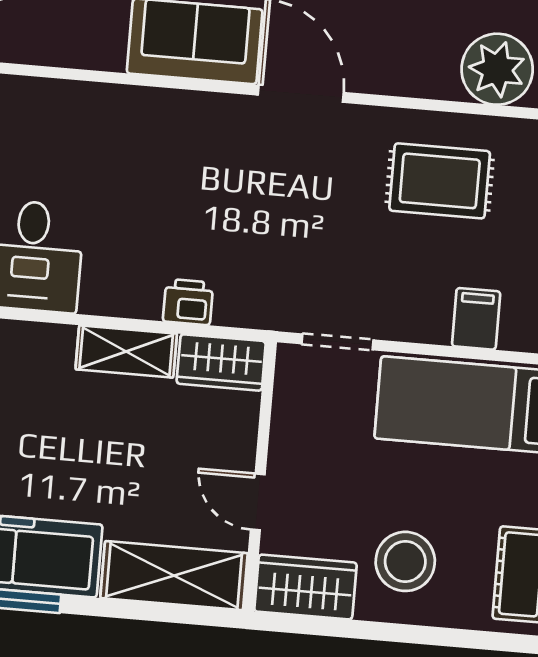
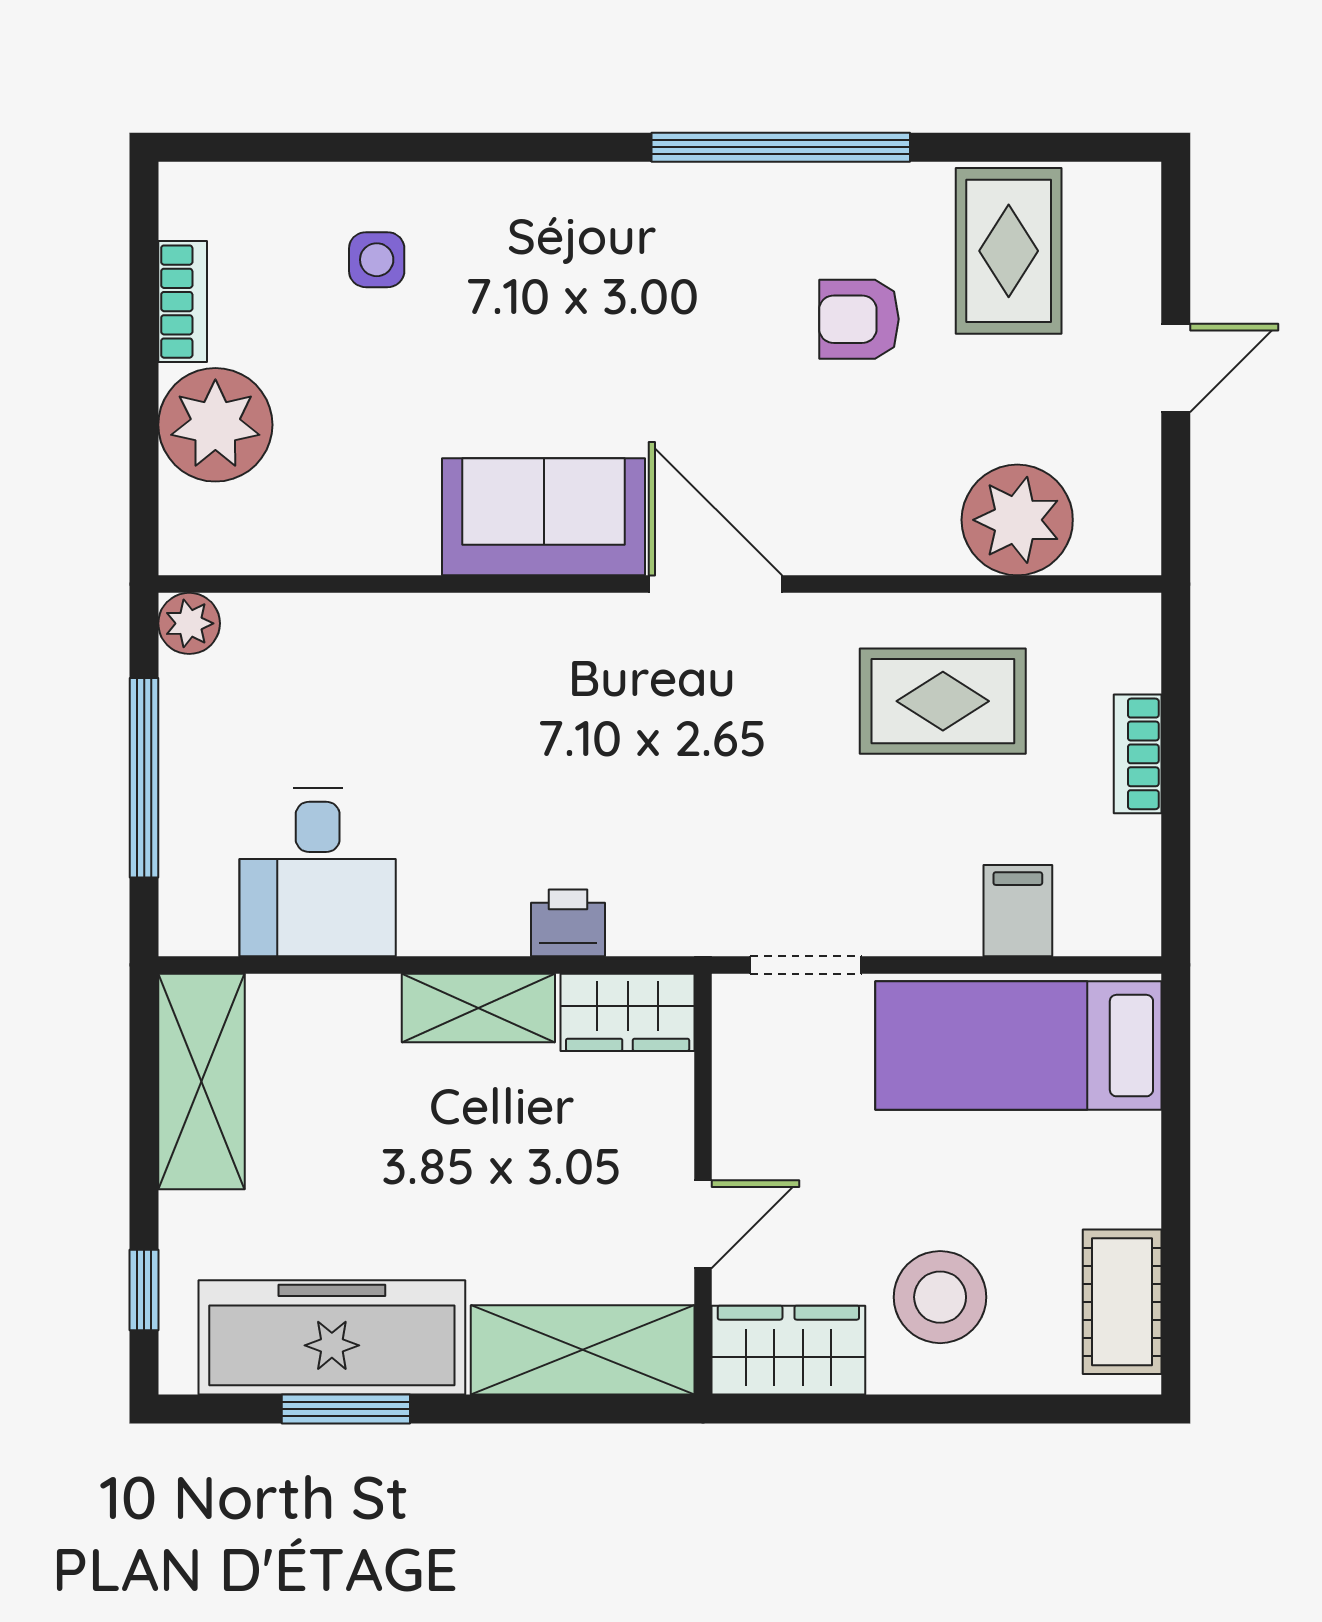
door: (258, 502) -> (703, 1224), swing flipped

